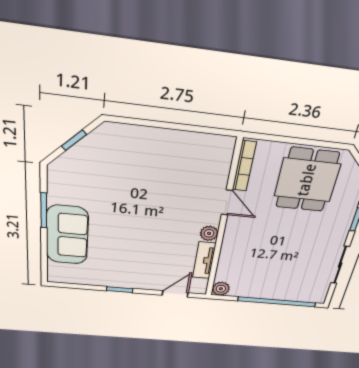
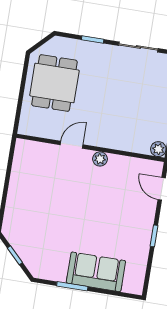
bookcase: (244, 166) -> (41, 132), removed
dining table: (307, 180) -> (54, 83), turned 90
tv unit: (204, 260) -> (127, 163), removed

